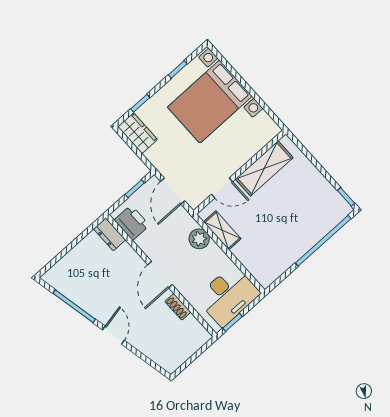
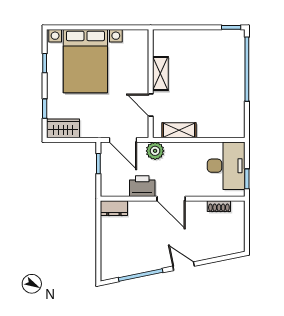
shelving: (264, 168) -> (160, 73), width x0.67, depth x0.75
door: (222, 188) -> (151, 105), swing flipped
printer: (132, 223) -> (142, 186), moved
plant: (199, 239) -> (155, 151), moved
shoe rack: (178, 307) -> (219, 206), moved

